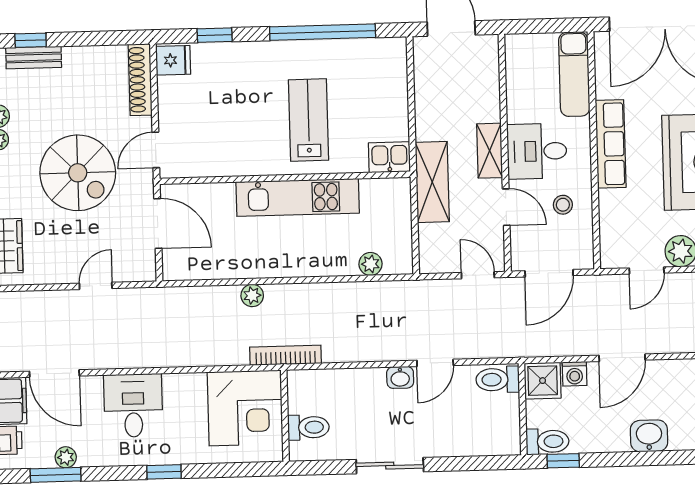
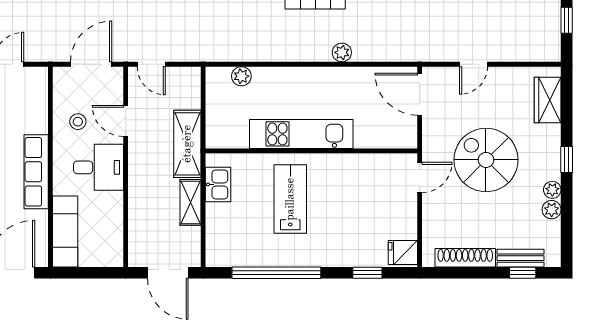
shoe rack: (140, 80) -> (465, 258), moved, turned -90
lab bench: (309, 120) -> (290, 199), turned 180
shelving: (490, 151) -> (191, 202), moved
kitchen sink: (389, 157) -> (218, 184), moved, turned -90
door: (158, 224) -> (420, 94), moved

